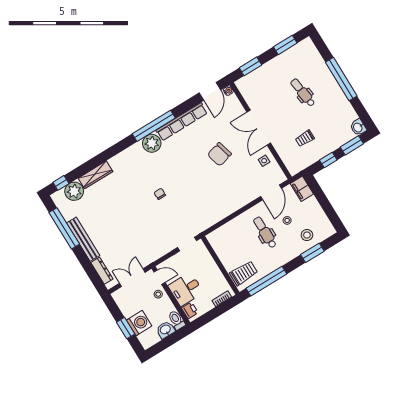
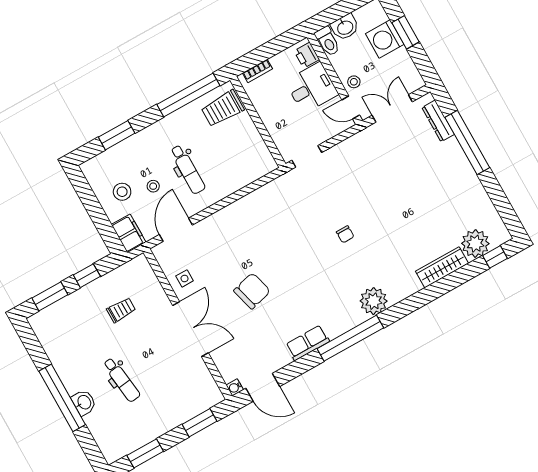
door: (210, 91) -> (263, 387), swing flipped
row of seats: (182, 122) -> (308, 343), width x0.50
washbasin: (358, 127) -> (84, 402), moved
plant: (152, 143) -> (374, 301), moved
window: (64, 228) -> (467, 142), moved
stool: (307, 235) -> (122, 192), moved
bench: (83, 239) -> (465, 170), removed
double door: (132, 278) -> (392, 108), swing flipped

